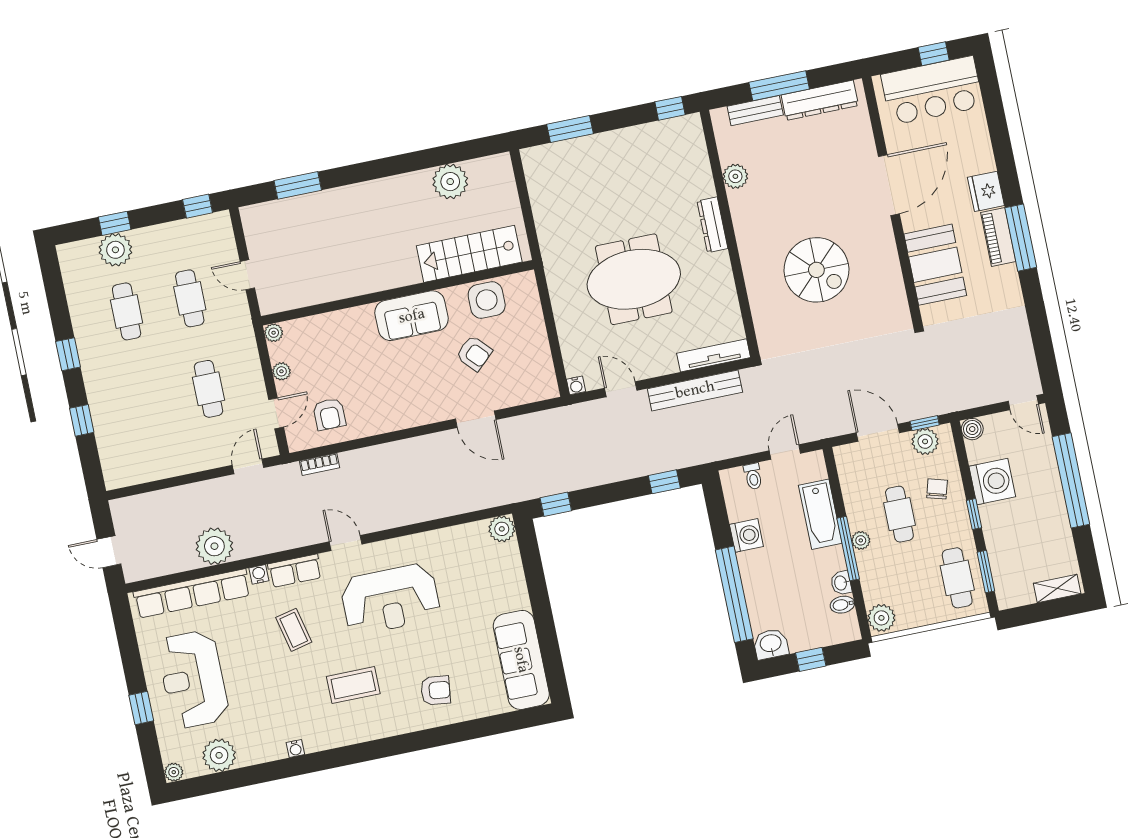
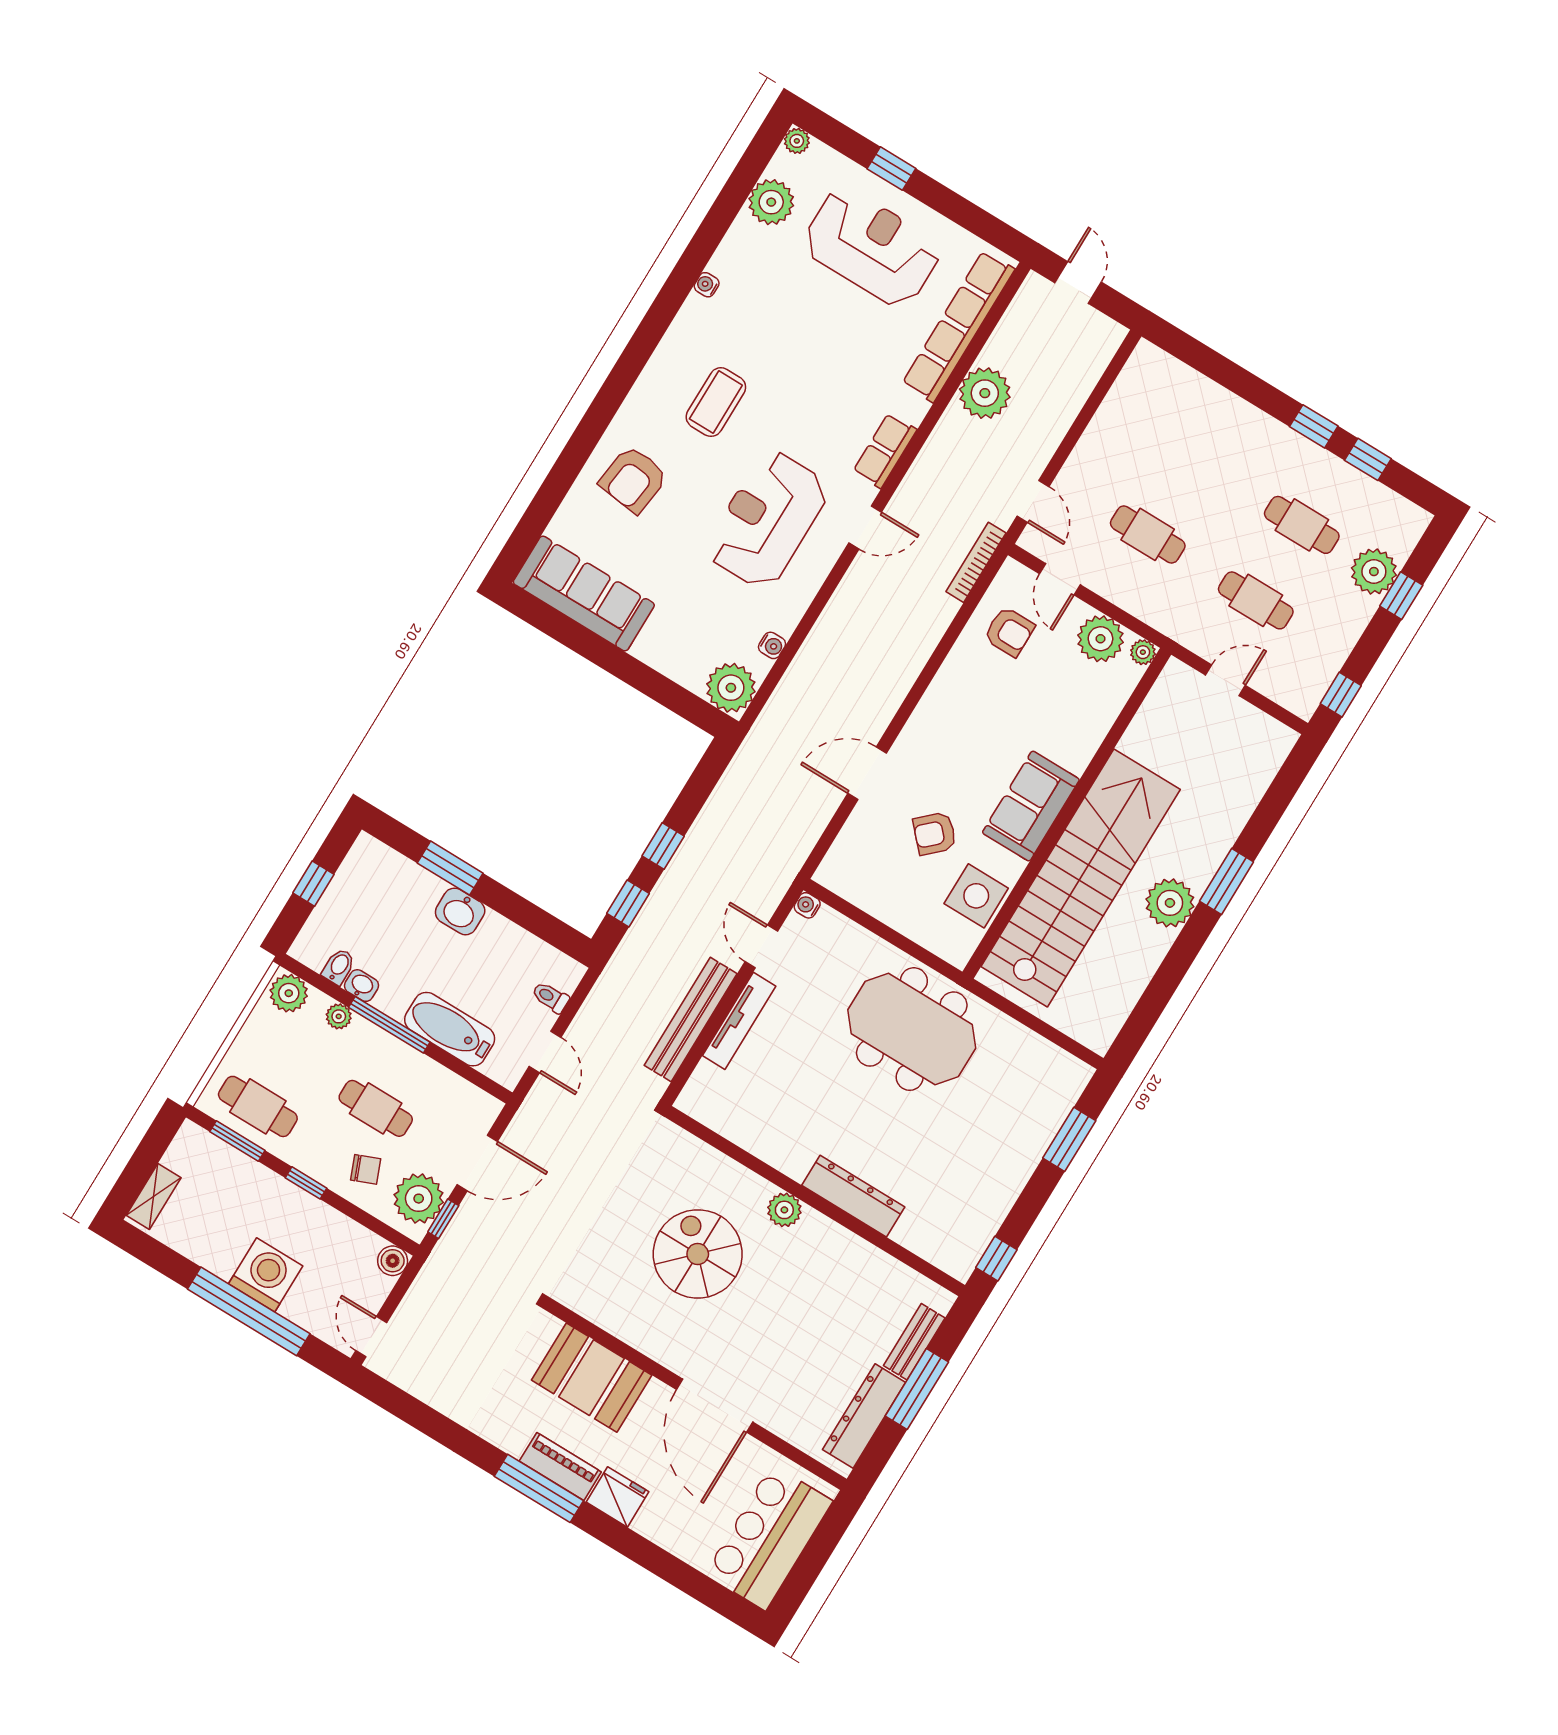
window: (934, 54) -> (804, 1573), removed
plant: (735, 176) -> (784, 1210), moved
plant: (450, 182) -> (1170, 903), moved
window: (298, 185) -> (1227, 882), moved
dresser: (712, 225) -> (853, 1196), width x1.37, depth x1.24
stairs: (469, 254) -> (1081, 878), width x1.86, depth x1.51
spiral stairs: (816, 270) -> (698, 1254), turned 90
meeting table: (634, 279) -> (912, 1029), moved, turned 90
tv unit: (714, 355) -> (739, 1021), moved
plant: (281, 371) -> (1100, 639), width x1.88, depth x1.88
door: (621, 389) -> (761, 946), swing flipped
door: (1023, 403) -> (371, 1337), hinge flipped
armchair: (329, 414) -> (1009, 632), turned 180
window: (82, 420) -> (1368, 459), moved
plant: (925, 441) -> (419, 1199), width x1.36, depth x1.36
bookcase: (319, 464) -> (976, 562), width x1.56
washing machine: (992, 482) -> (266, 1275), moved, turned 180
chair: (937, 489) -> (366, 1169), turned -38
window: (556, 504) -> (663, 846), moved
plant: (502, 529) -> (731, 688), width x1.36, depth x1.36
washing machine: (746, 535) -> (498, 935), removed
plant: (861, 540) -> (339, 1016), moved
door: (109, 552) -> (1078, 282), hinge flipped
water cooler: (259, 574) -> (772, 645), moved
window: (734, 594) -> (450, 868), width x0.47
coffee table: (294, 630) -> (827, 394), removed
washbasin: (771, 644) -> (460, 911), moved, turned 90
armchair: (436, 690) -> (633, 479), width x1.38, depth x1.38

